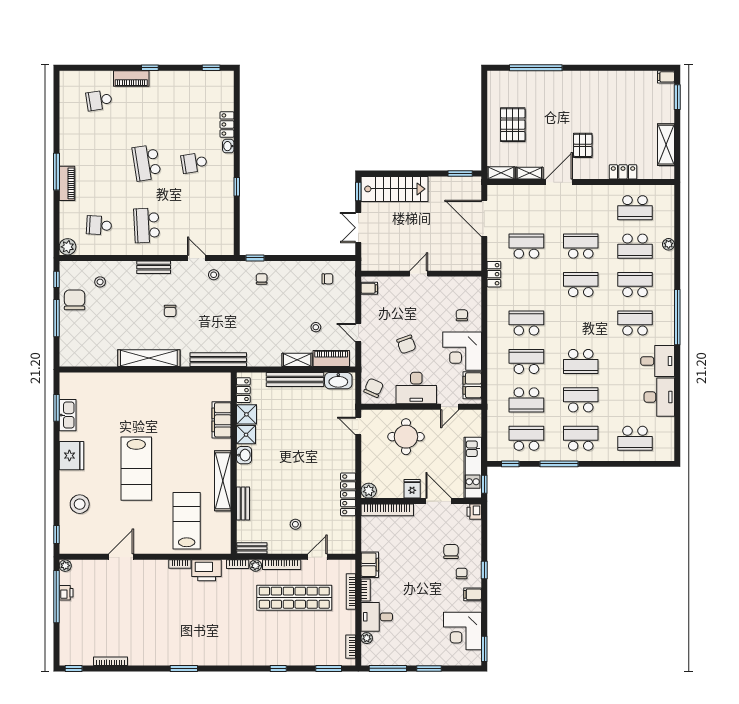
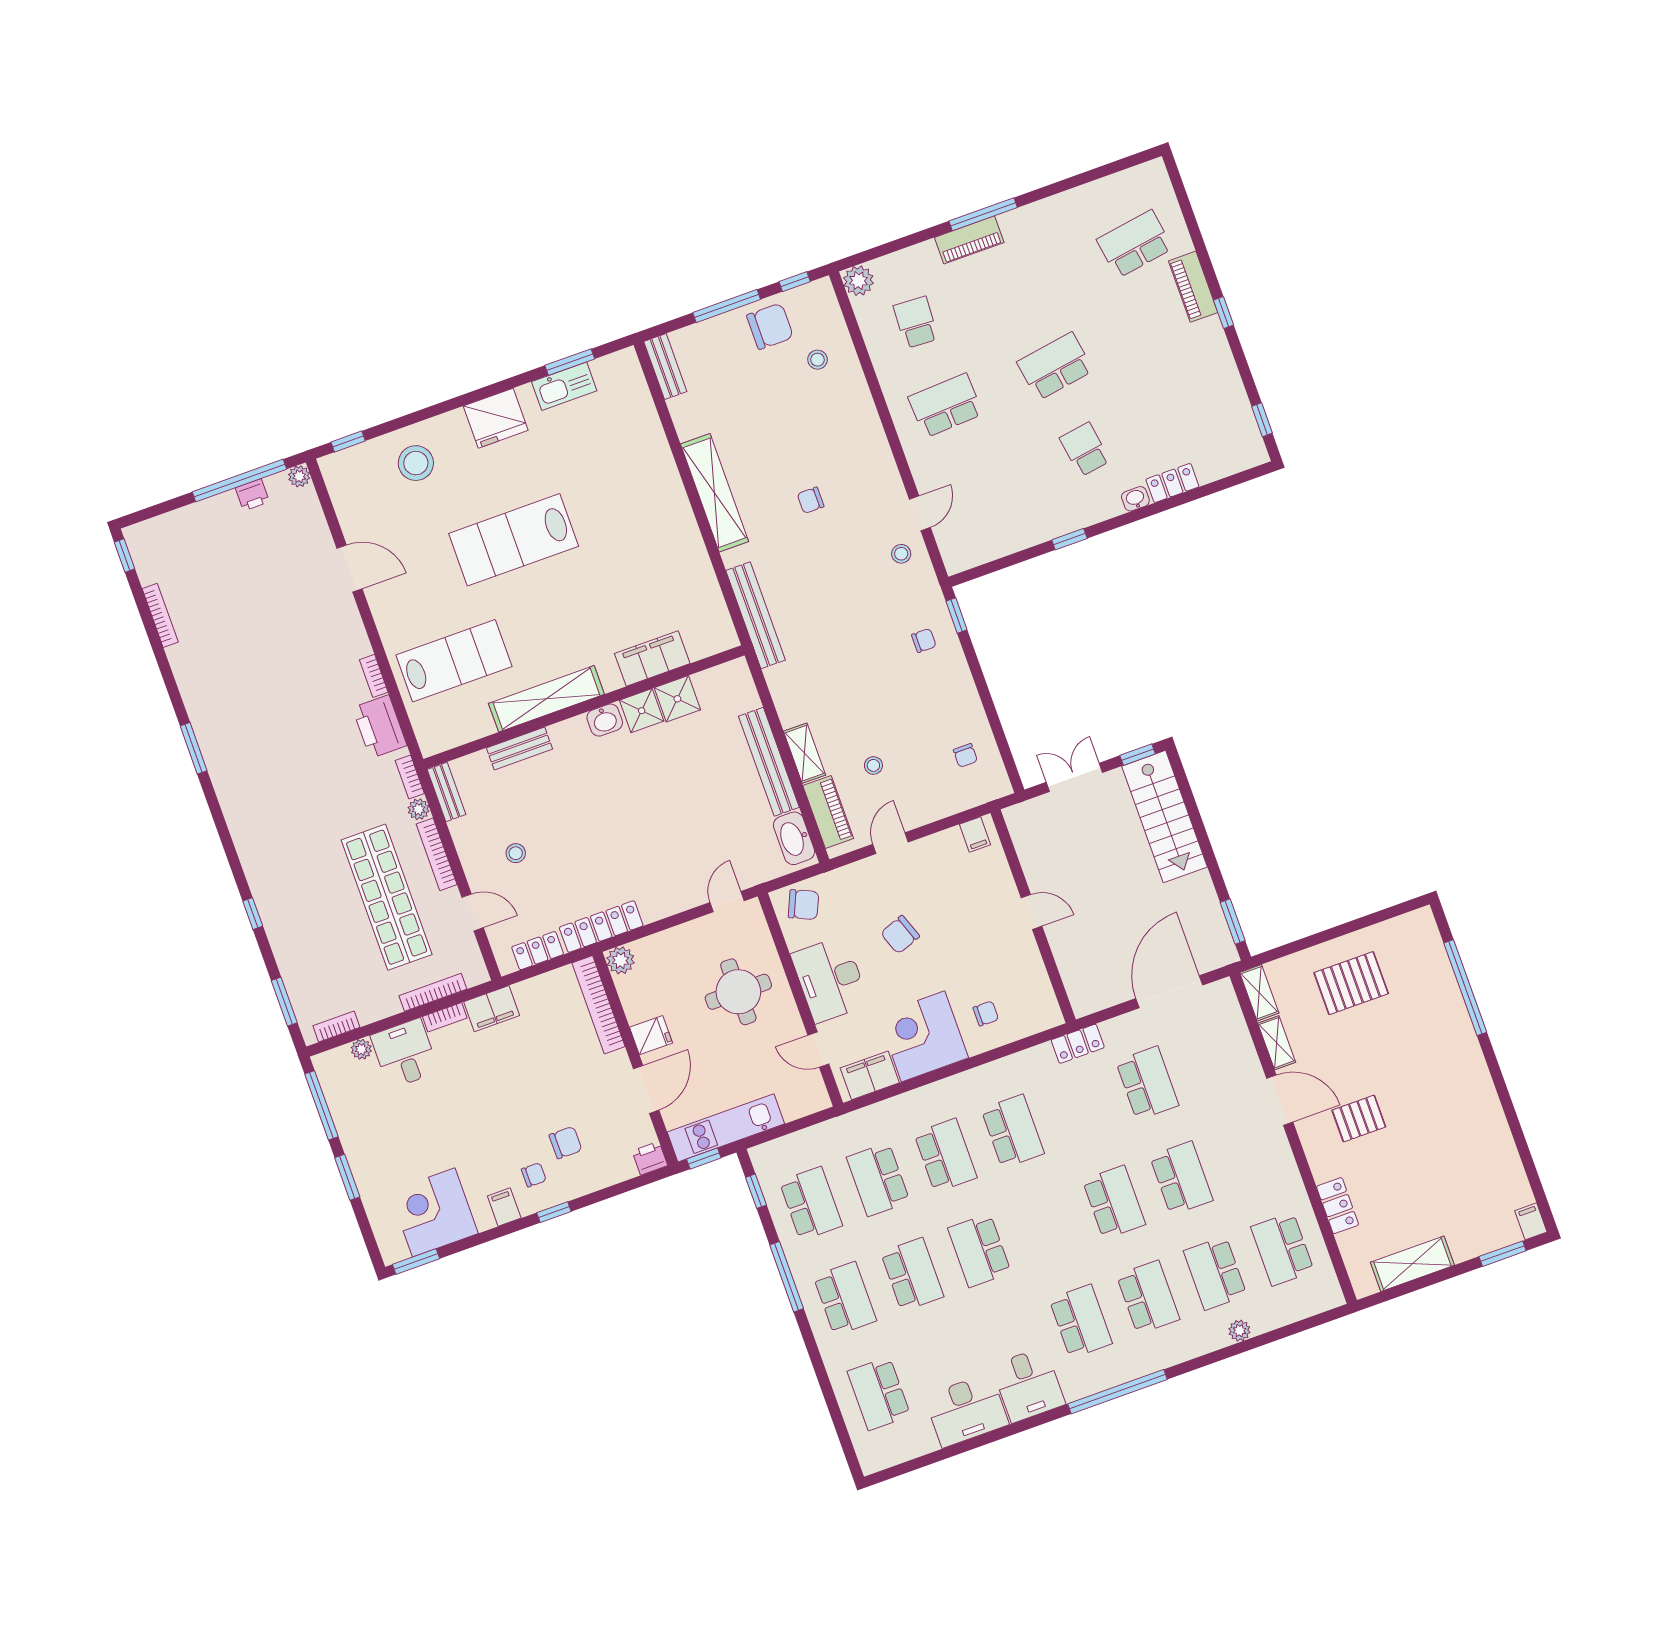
school desk: (99, 100) -> (1135, 244), width x1.85
bench: (154, 267) -> (665, 367), moved
locker: (243, 390) -> (538, 951), moved, turned 180

